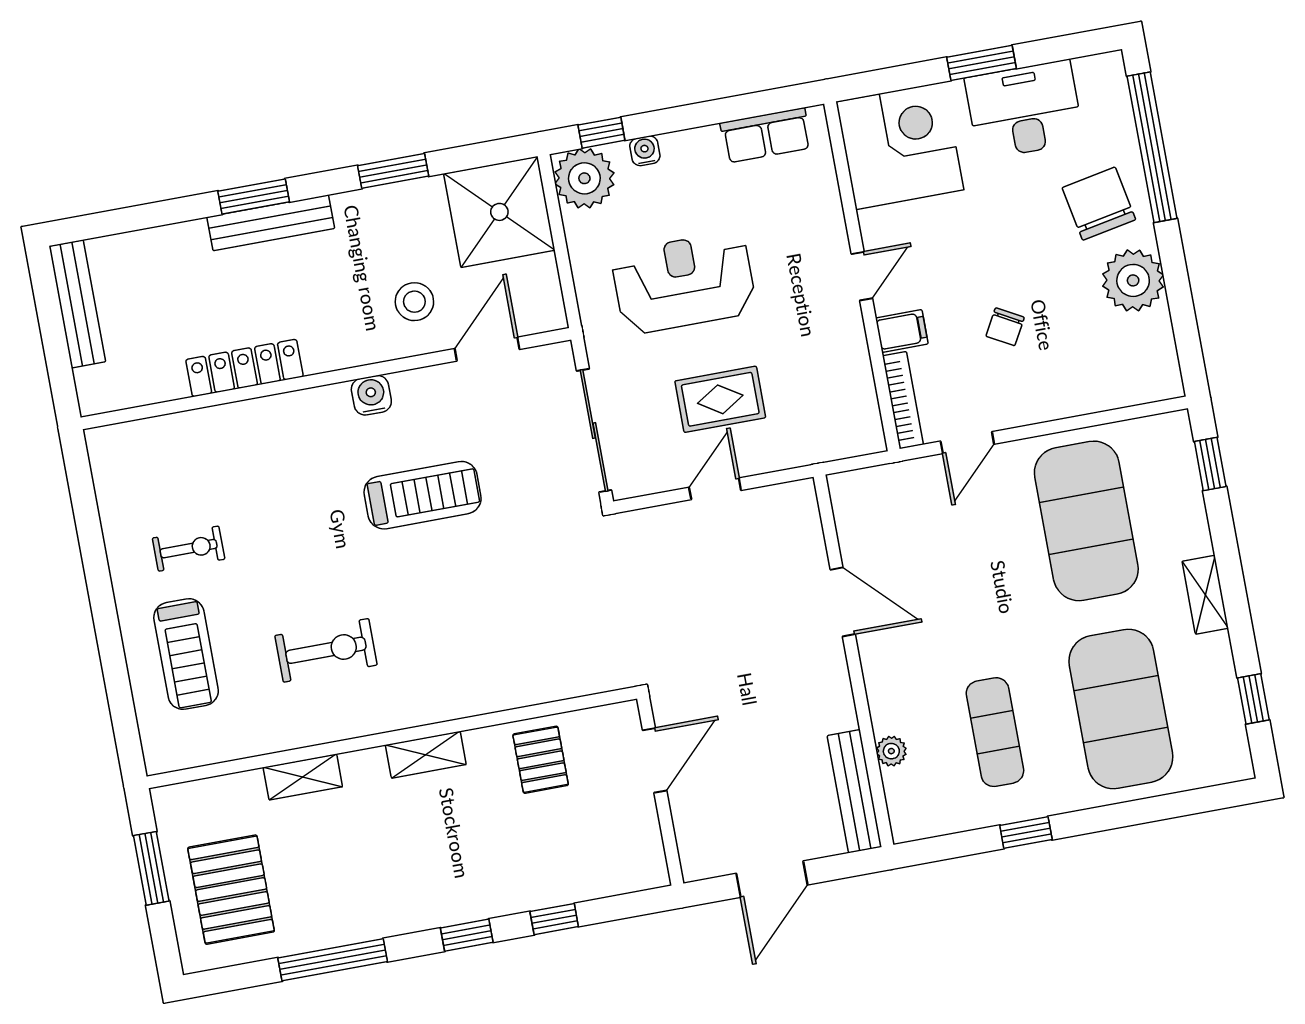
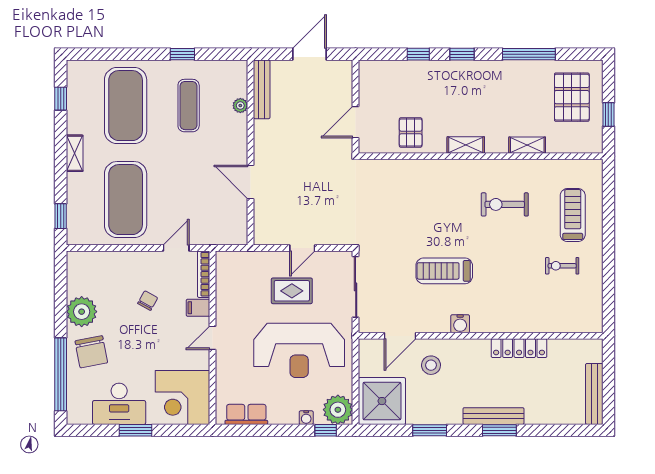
reception desk: (684, 283) -> (299, 350), width x1.36, depth x1.30
window: (151, 868) -> (608, 115), width x0.67

